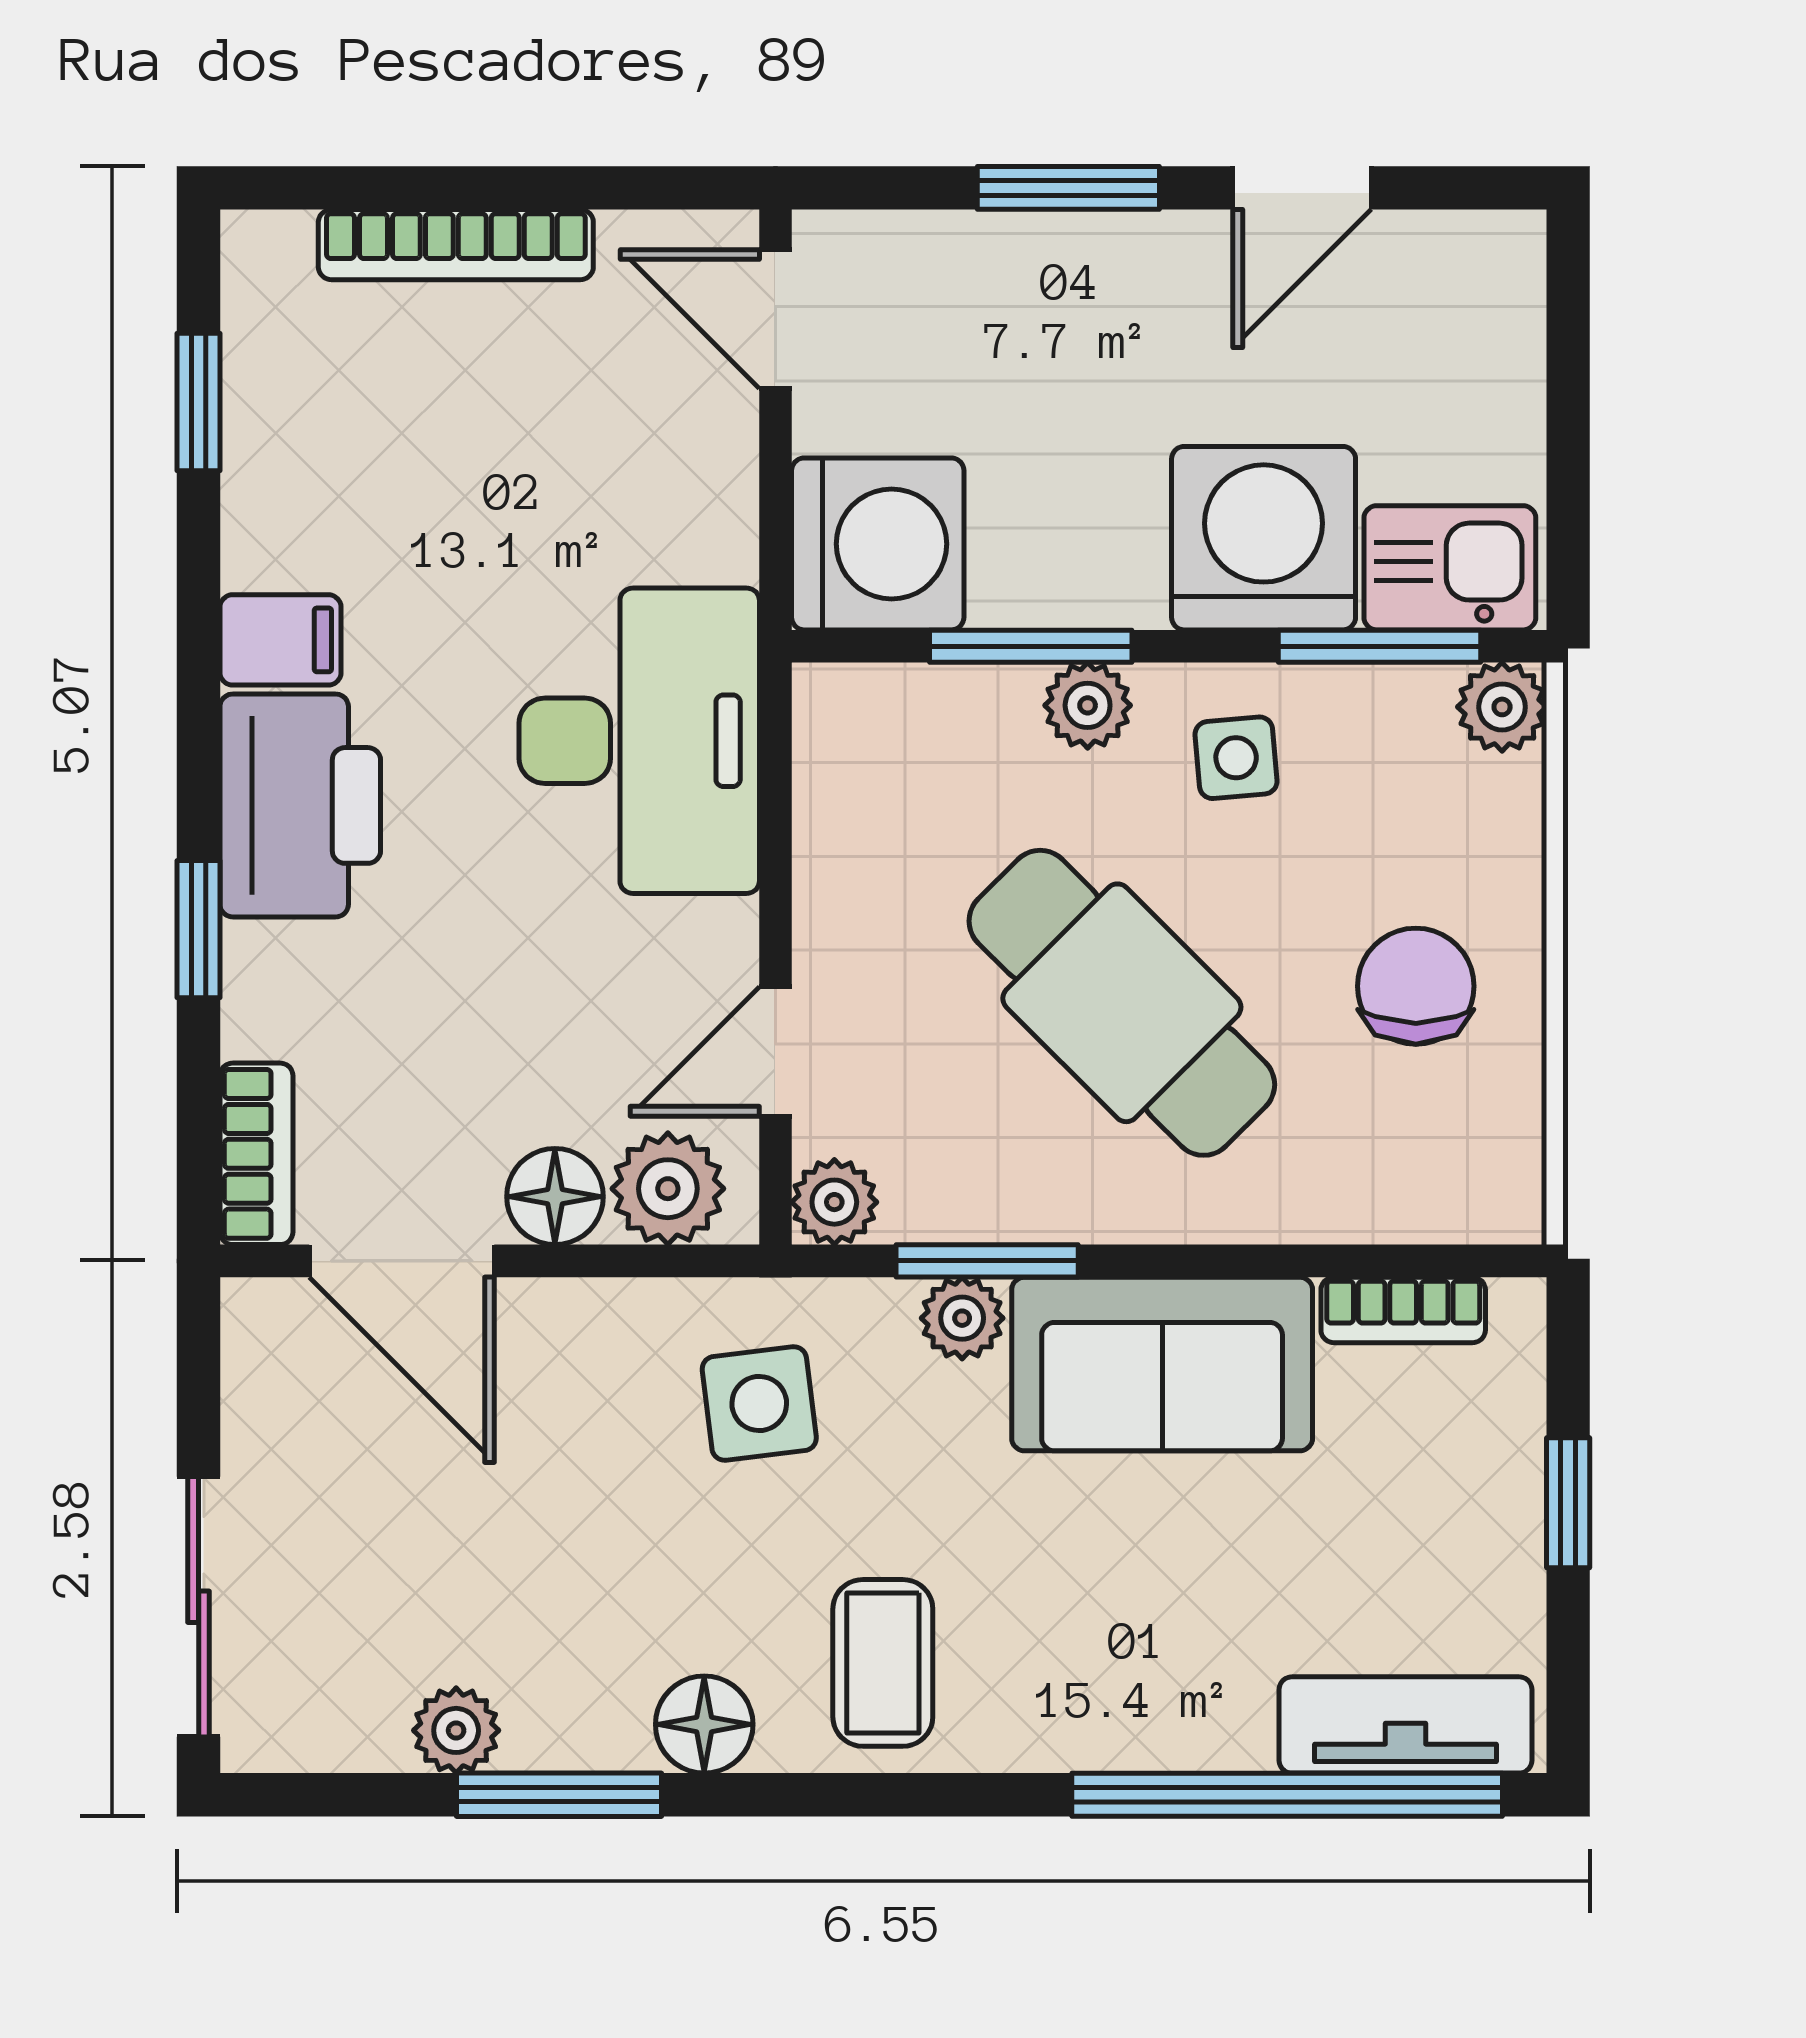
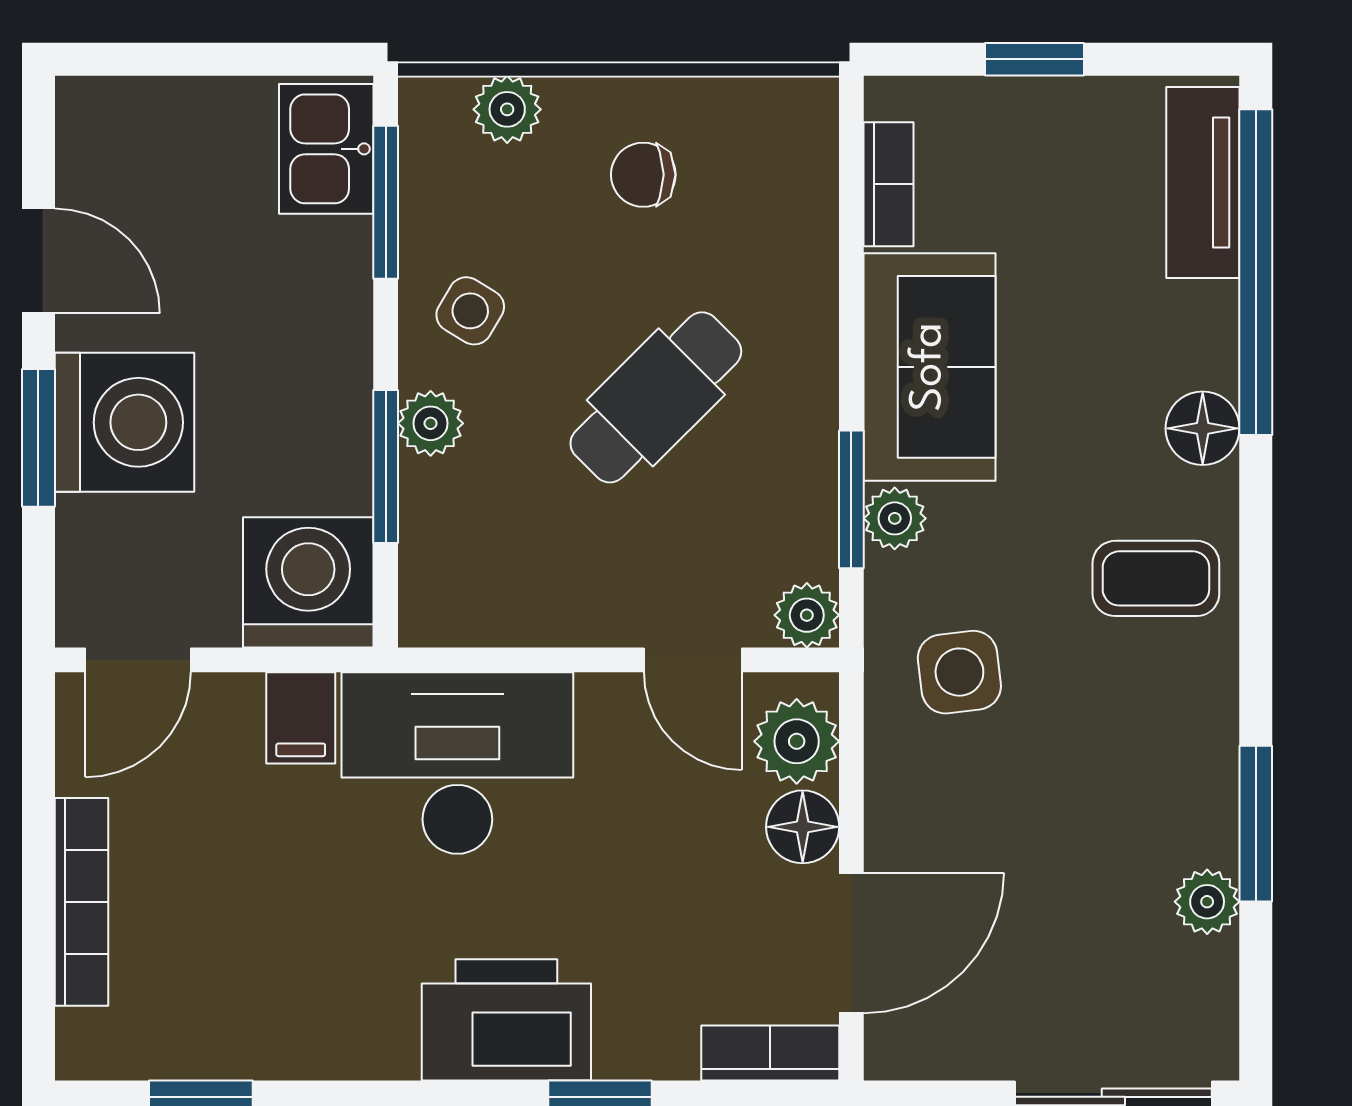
washing machine: (1264, 538) -> (124, 422), moved, turned 180
filing cabinet: (281, 640) -> (301, 718), moved, turned 180
plant: (1502, 707) -> (507, 109), moved
side table: (1236, 758) -> (470, 311), turned 36
chair: (1416, 986) -> (643, 175), width x0.73, depth x0.73
cafe table: (1122, 1003) -> (656, 397), width x0.73, depth x0.74
floor lamp: (704, 1724) -> (1203, 428), moved

